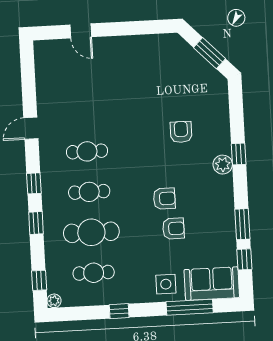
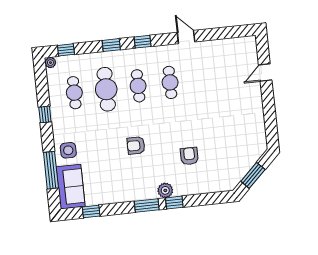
armchair: (181, 132) -> (189, 156), turned -90
armchair: (164, 199) -> (136, 146), turned 90
window: (242, 224) -> (147, 206), moved
armchair: (173, 228) -> (113, 154), removed

